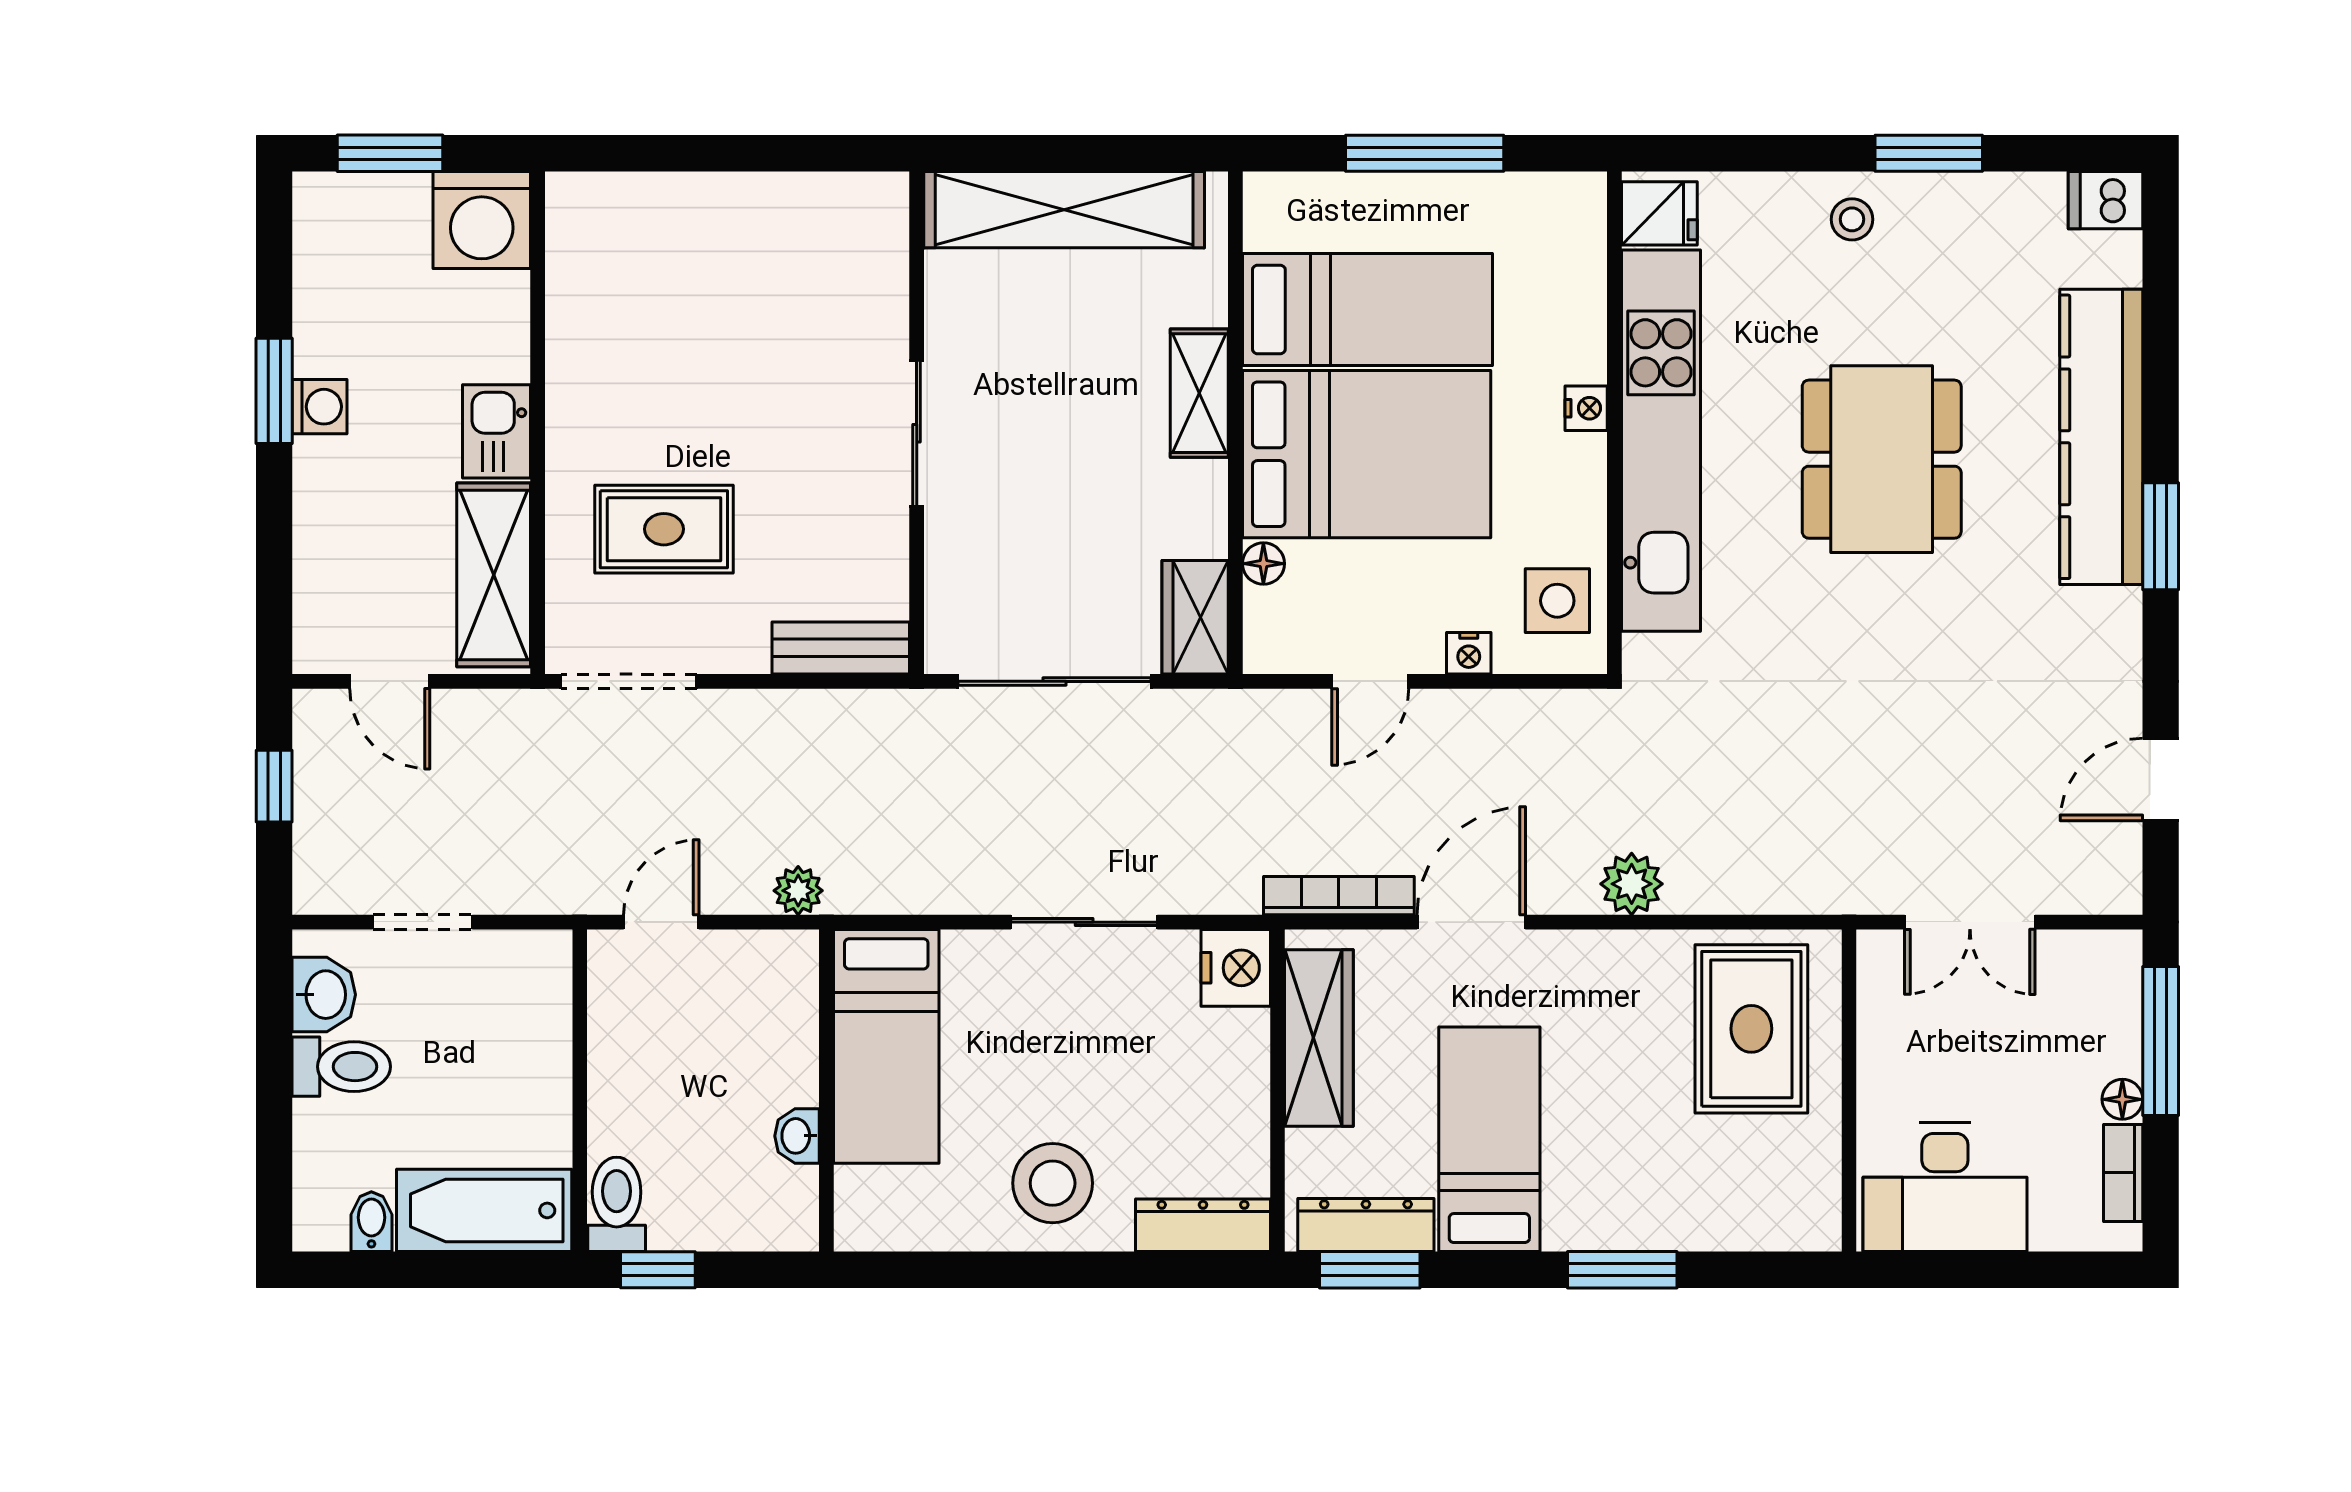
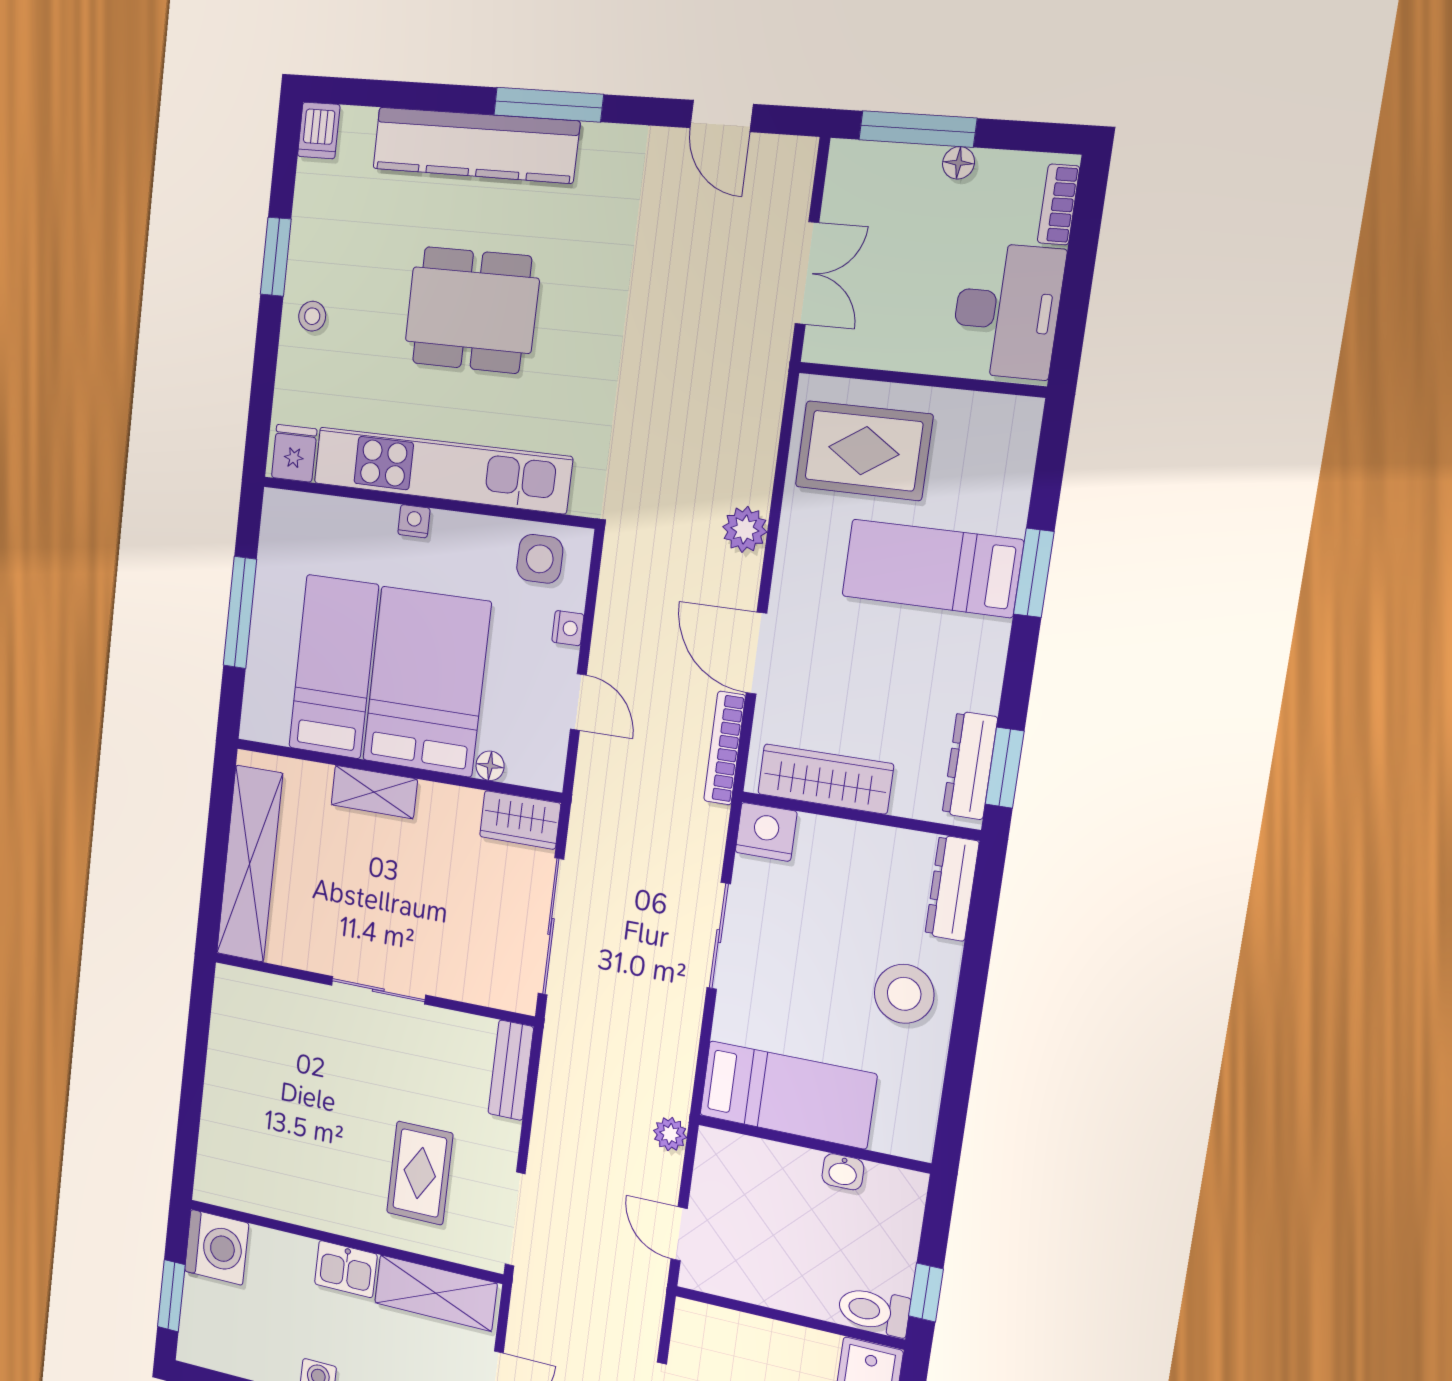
window: (2161, 536) -> (548, 105), width x1.44
bed: (1489, 1139) -> (932, 568), moved
bookcase: (2123, 1173) -> (1058, 205), moved, turned 90

